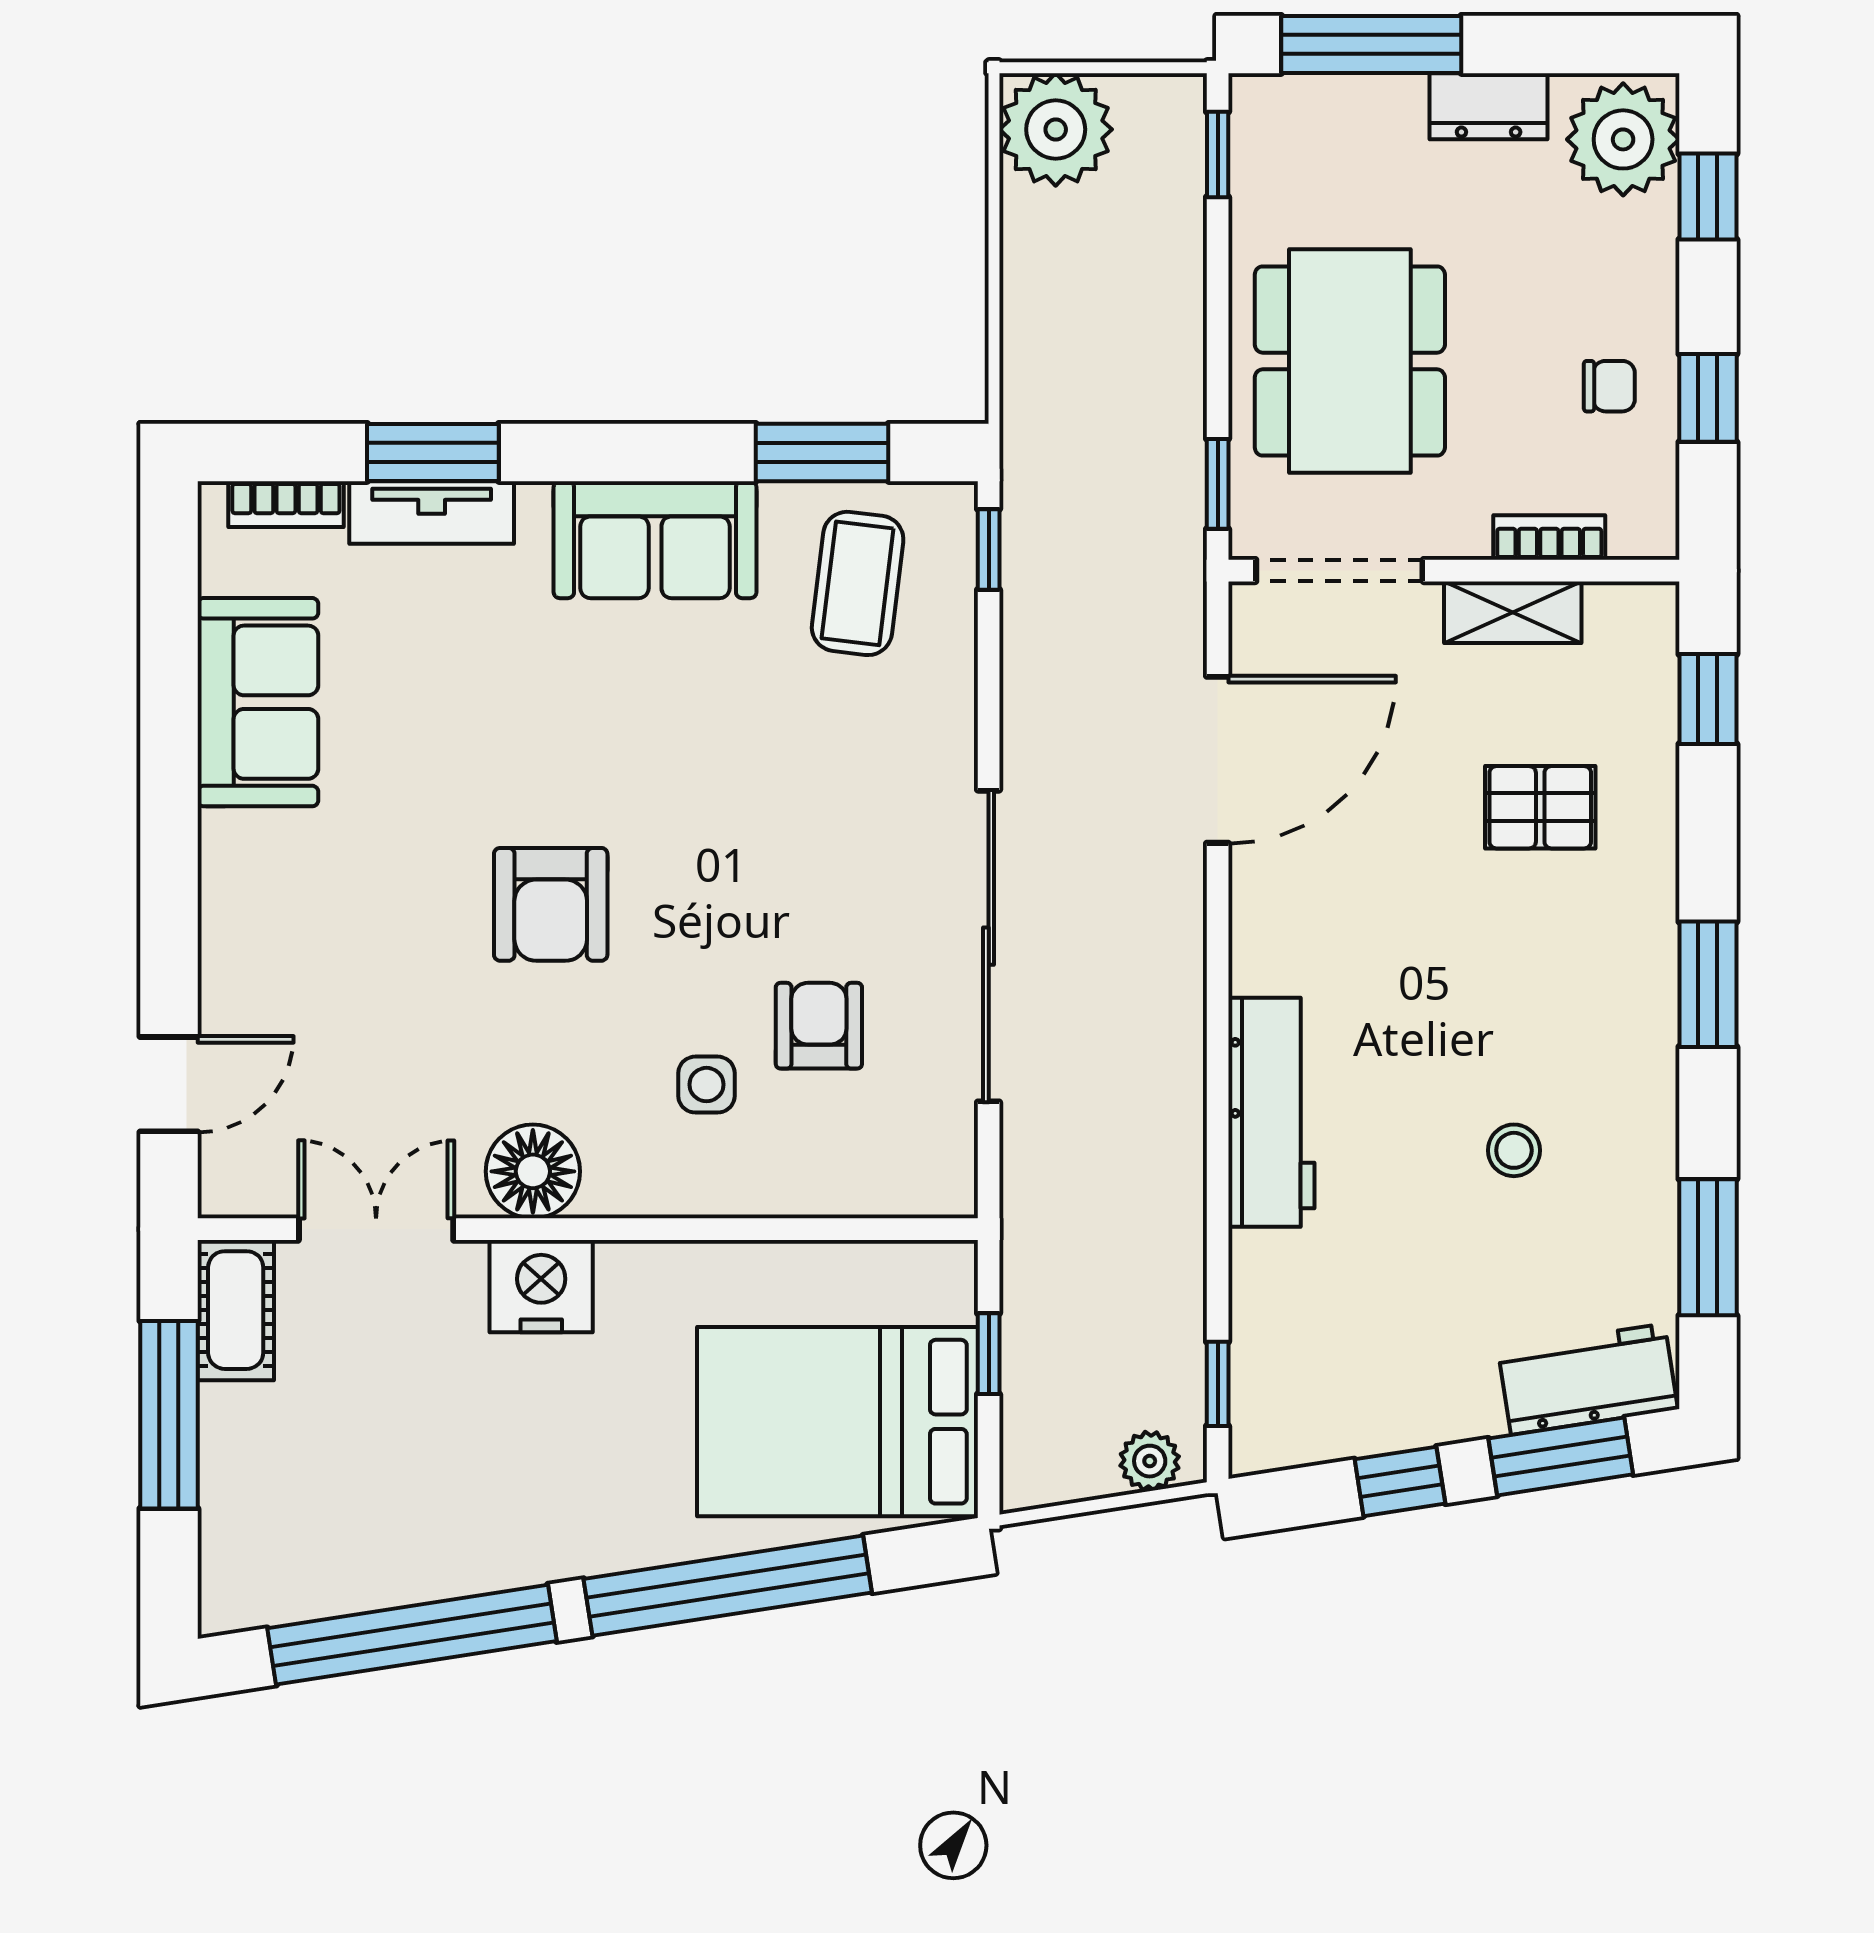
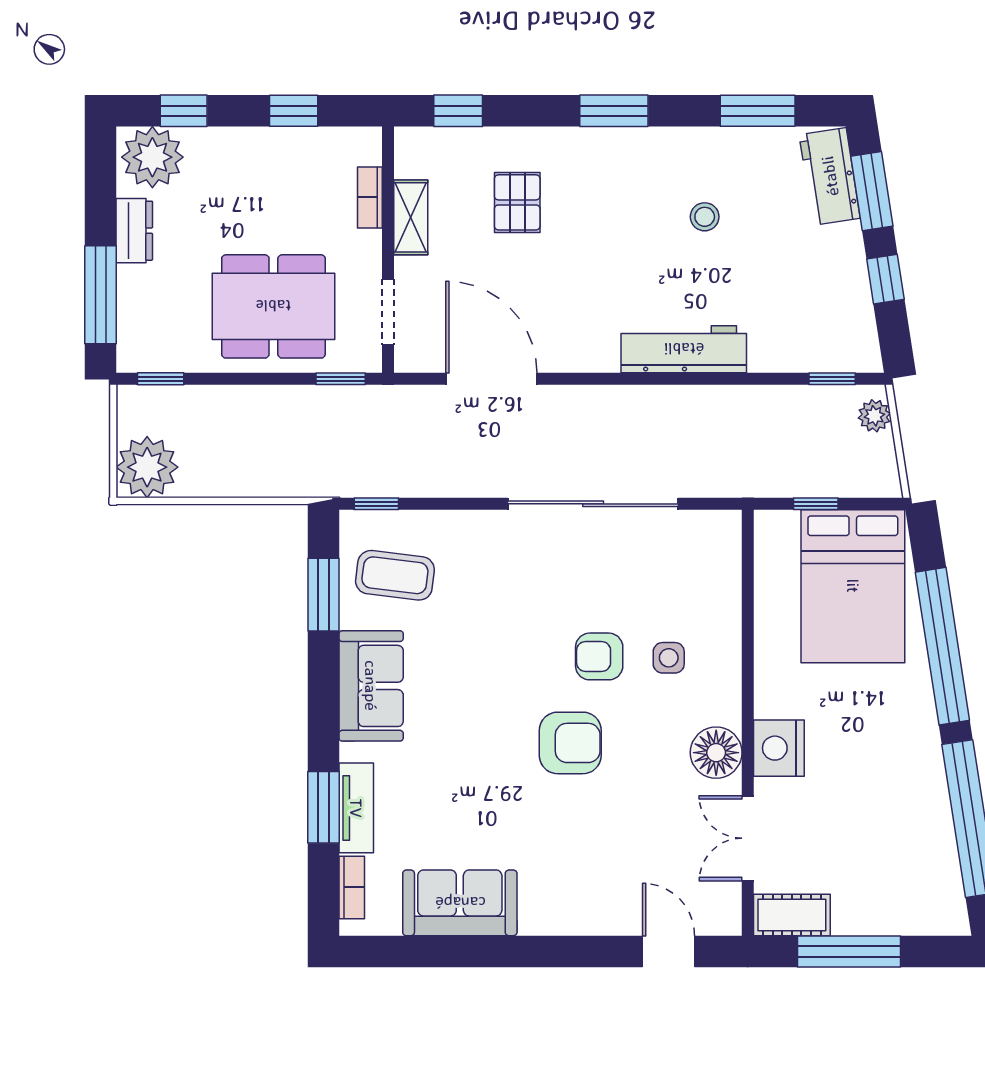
chair: (1609, 386) -> (287, 165), removed
doorway: (1339, 571) -> (388, 312), width x0.73
armchair: (819, 1026) -> (599, 656), moved

